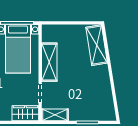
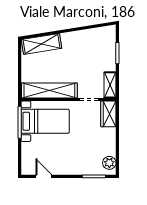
shelving: (49, 62) -> (49, 90), width x1.47

